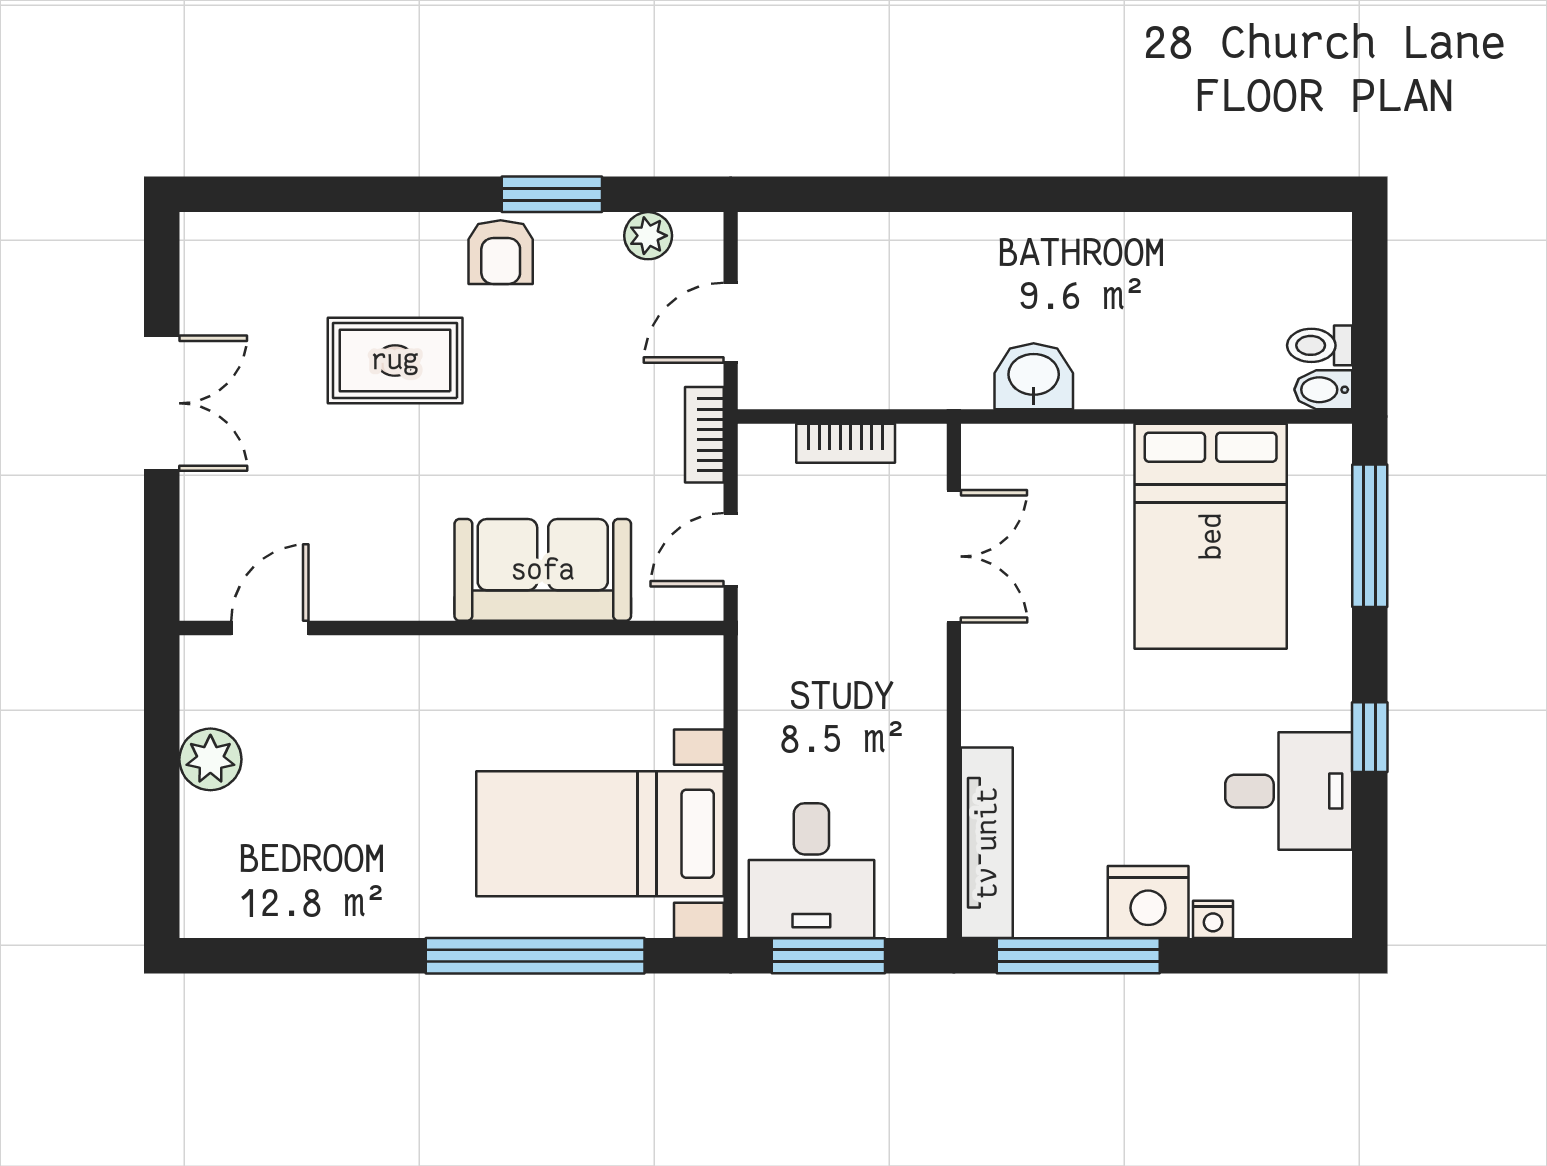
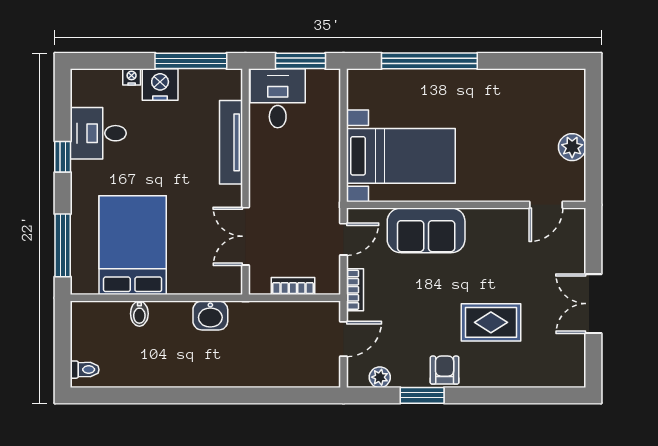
toilet: (1320, 345) -> (85, 370), moved
bidet: (1323, 390) -> (139, 314), moved, turned 90
bed with nightstands: (600, 834) -> (401, 156), moved
tv unit: (987, 843) -> (231, 142), moved
desk: (811, 871) -> (278, 98), moved

